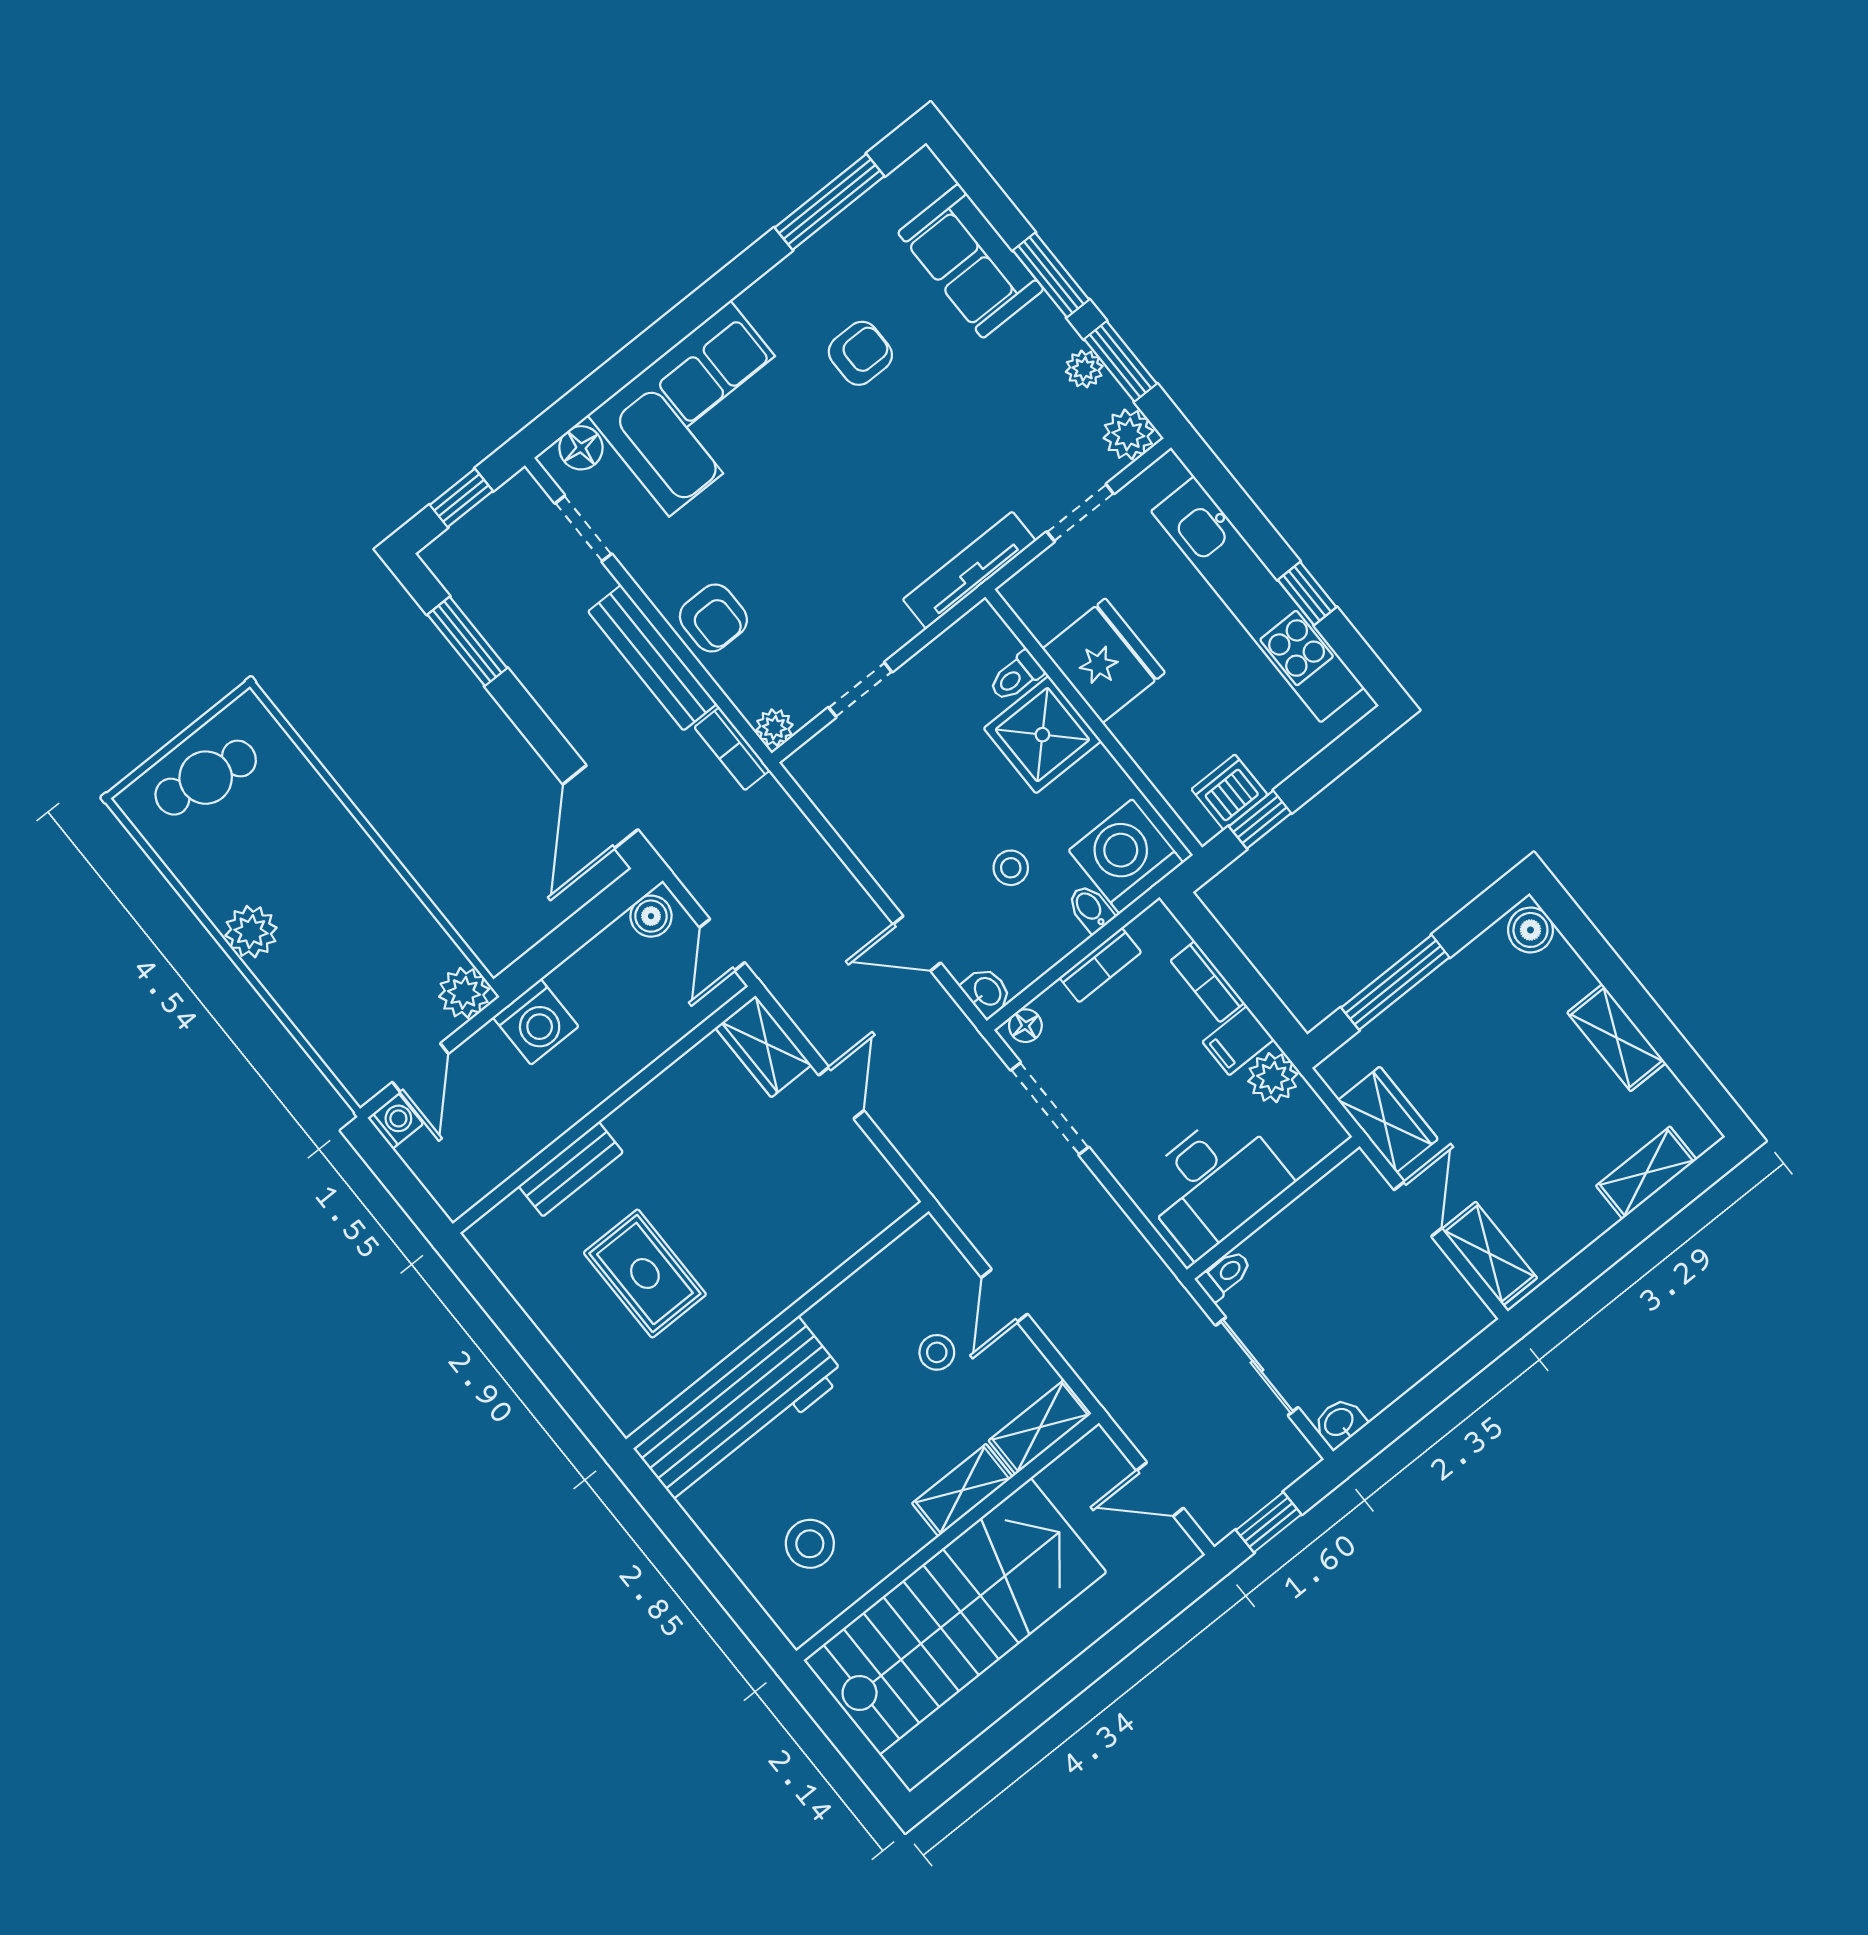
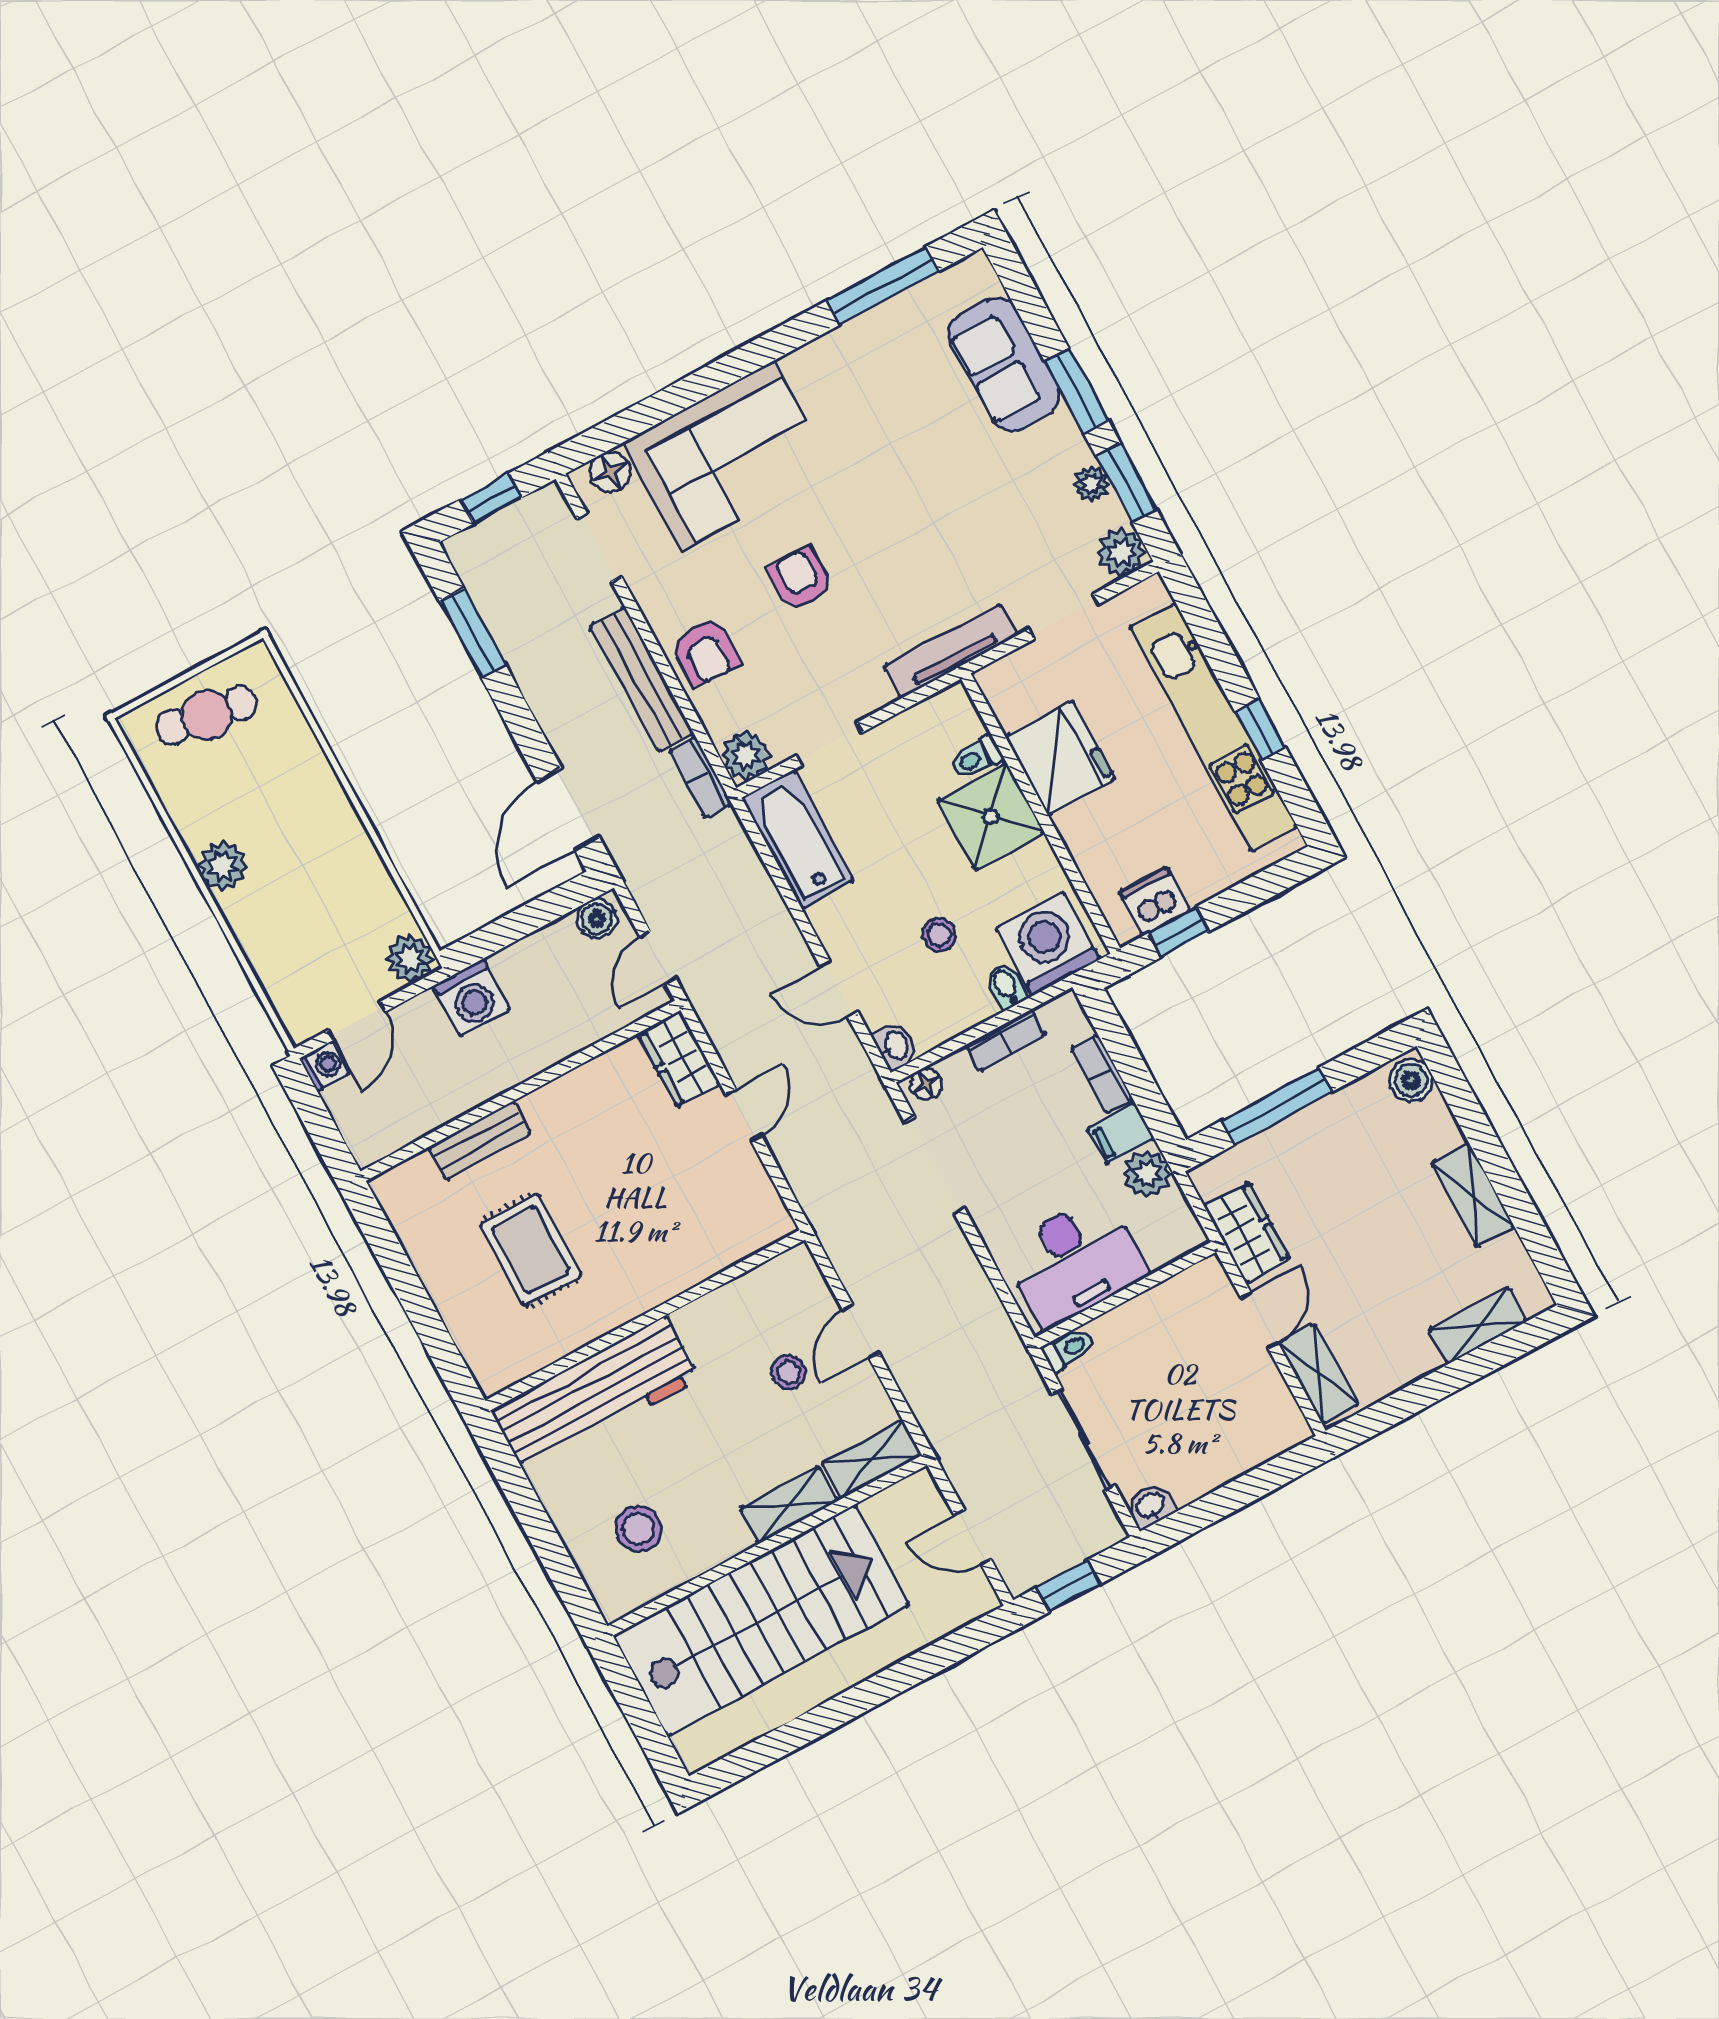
armchair: (860, 353) -> (800, 579), moved, turned -90
plant: (774, 728) -> (746, 756), width x1.38, depth x1.38
bathtub: (845, 795) -> (798, 839), added

